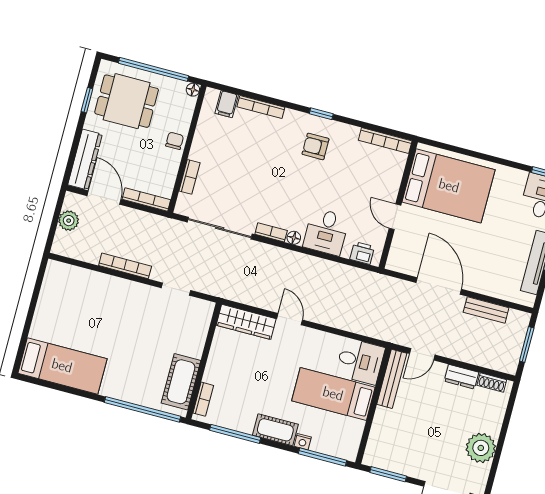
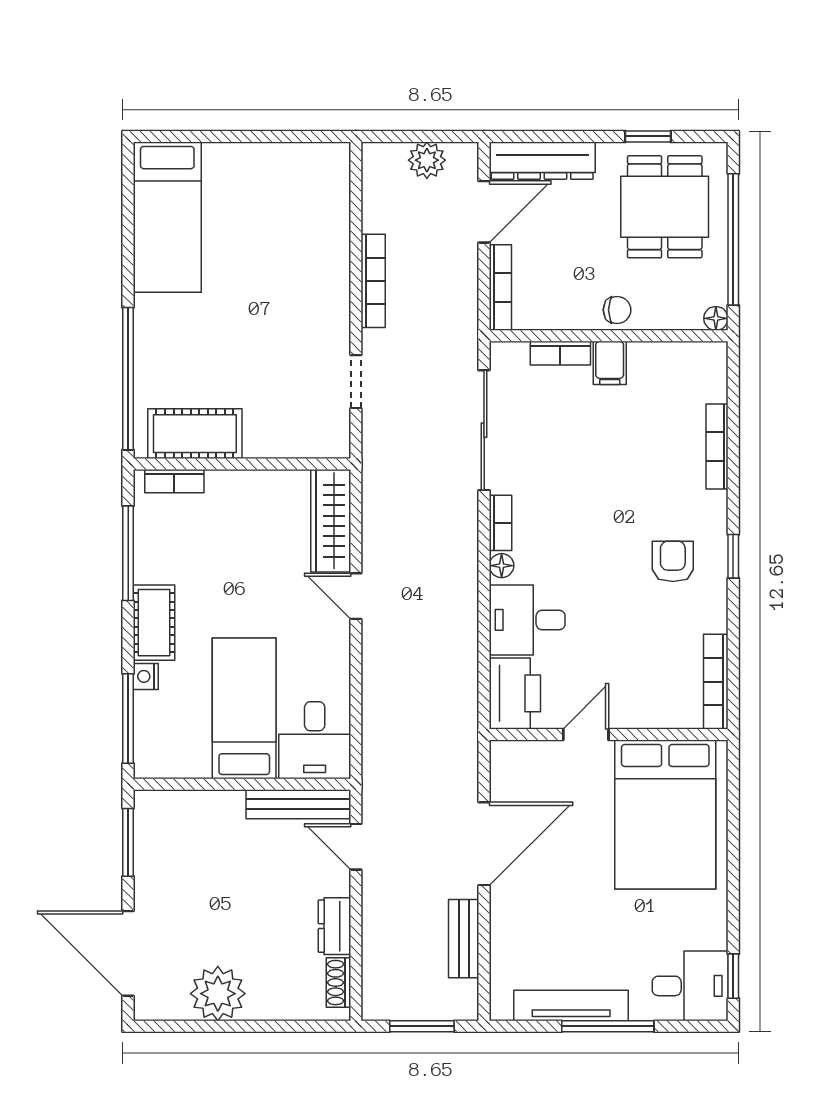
filing cabinet: (227, 104) -> (610, 363), moved, turned -90
printer: (362, 253) -> (515, 693), width x1.87, depth x1.48
door: (290, 319) -> (356, 596), swing flipped

